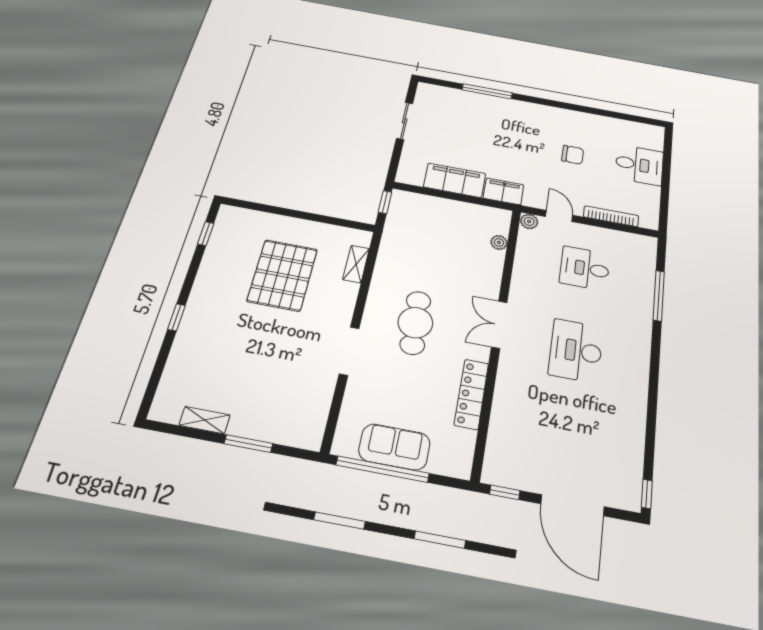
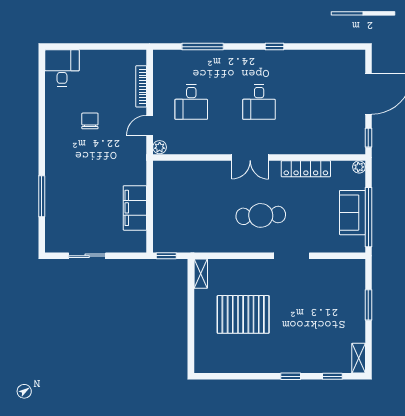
desk: (639, 165) -> (62, 68), moved
filing cabinet: (503, 191) -> (137, 170), removed
window: (206, 234) -> (332, 376), moved
plant: (499, 242) -> (359, 167), moved
shelving: (356, 264) -> (201, 274), moved, turned 90
desk: (576, 351) -> (259, 102), width x0.73
shelving: (205, 420) -> (359, 358), moved
window: (647, 494) -> (275, 47), moved

